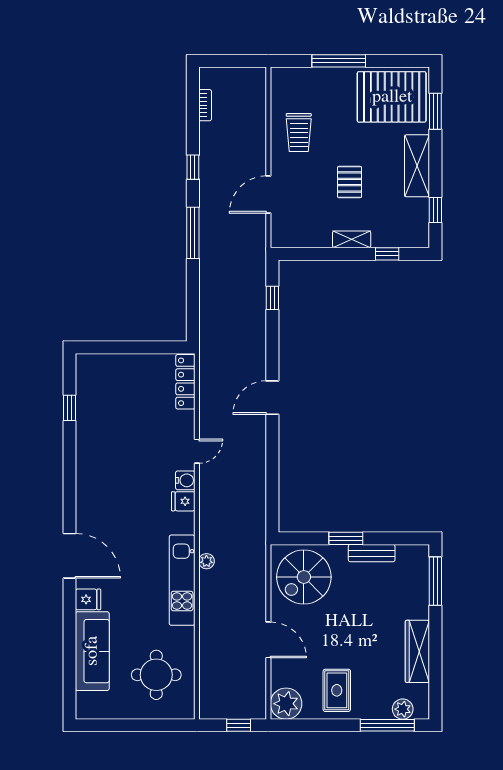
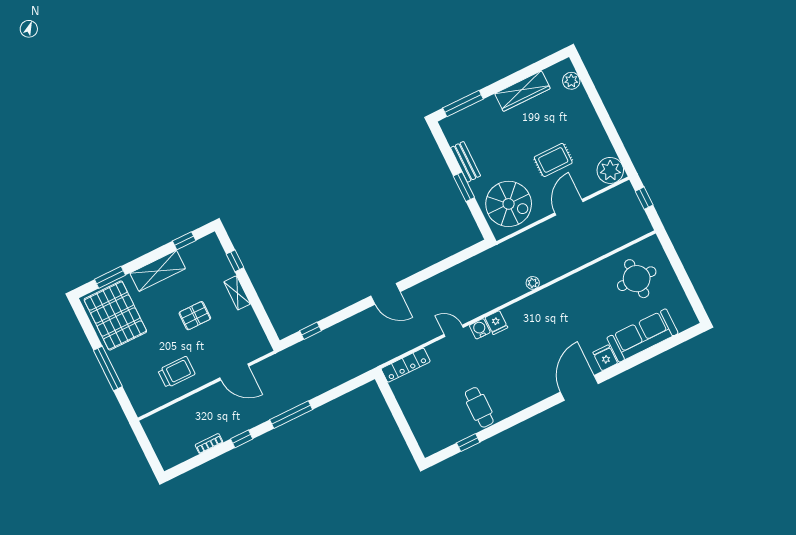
bookcase: (205, 105) -> (209, 444), moved
cafe table: (101, 438) -> (479, 407), added
kitchen unit: (182, 580) -> (556, 294), removed
rug: (337, 690) -> (553, 160), moved
window: (387, 725) -> (589, 86), removed

